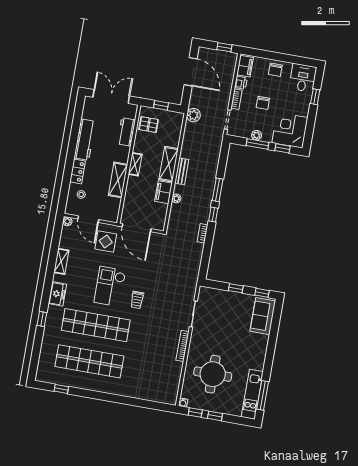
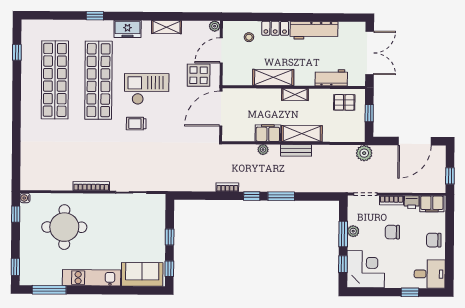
pallet: (149, 125) -> (344, 102), turned 90
kitchen unit: (252, 394) -> (91, 278), moved
window: (215, 416) -> (15, 267), moved

